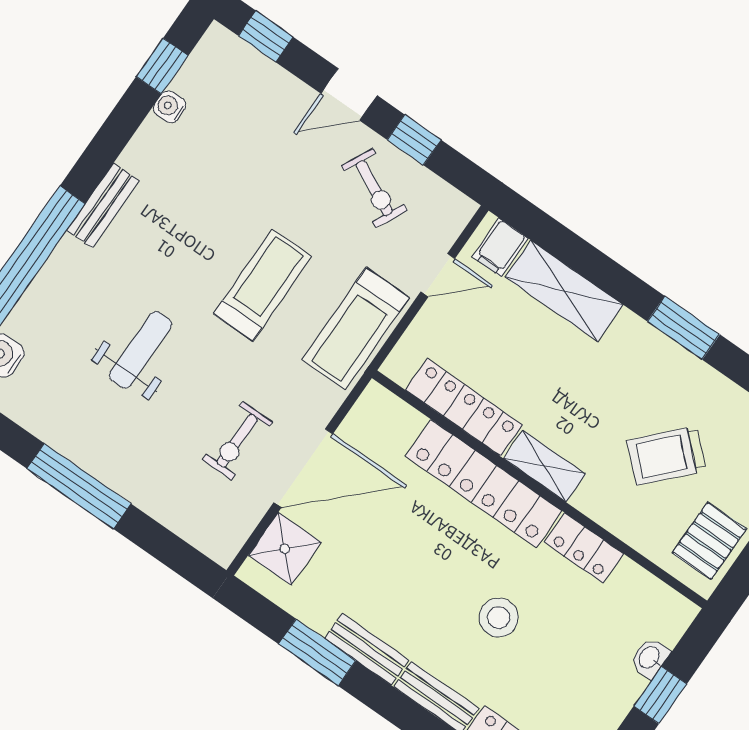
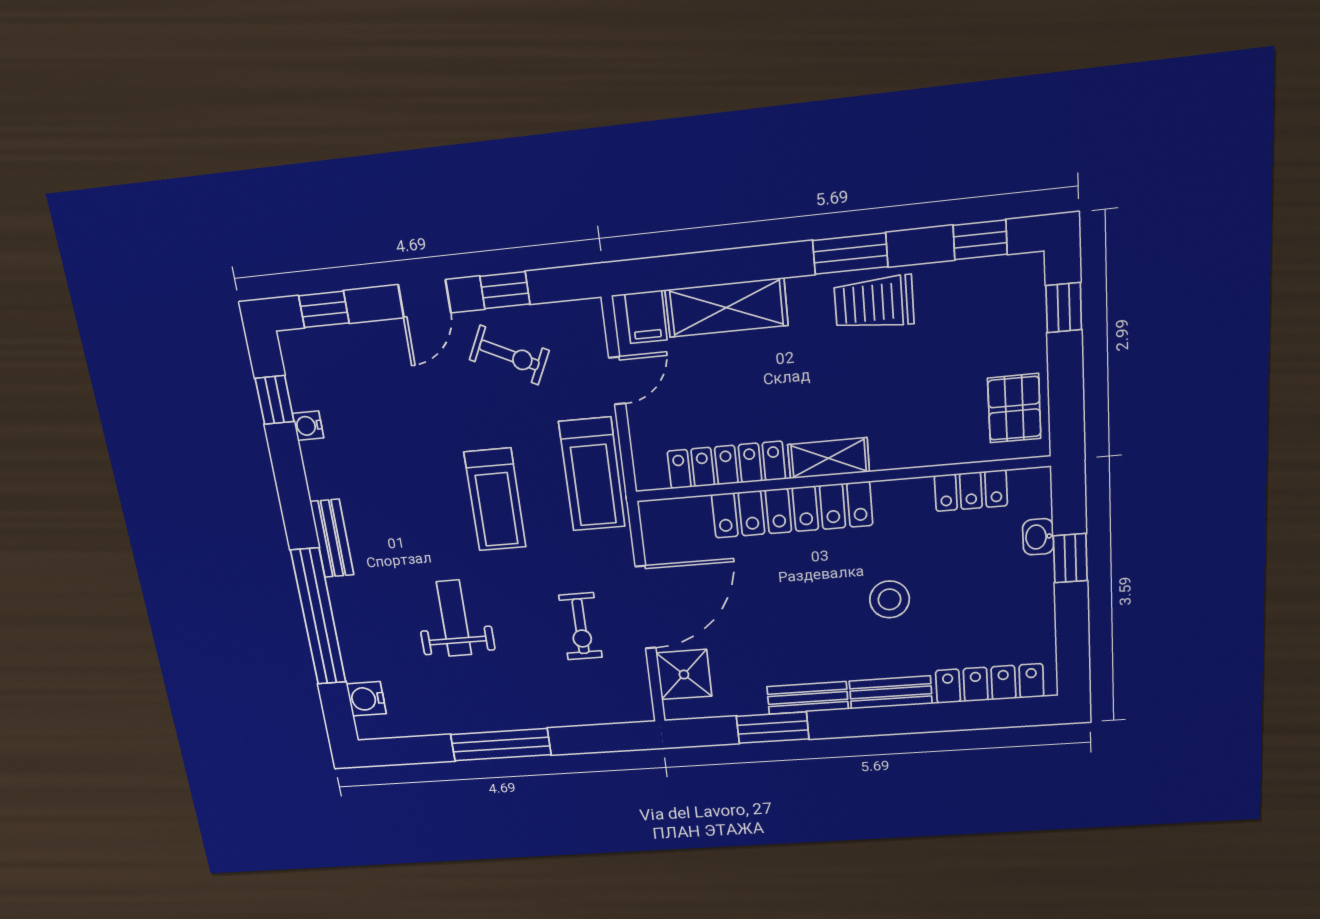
treadmill: (262, 285) -> (495, 500), turned 180
trolley: (667, 456) -> (874, 303), moved, turned 47
locker: (584, 548) -> (971, 491), moved

